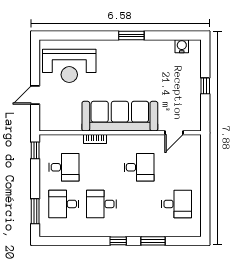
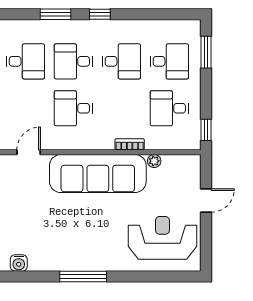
window: (131, 36) -> (83, 277), width x1.44
plant: (76, 126) -> (154, 161), added
desk: (139, 204) -> (73, 61), added
desk: (177, 204) -> (25, 61), turned 180

